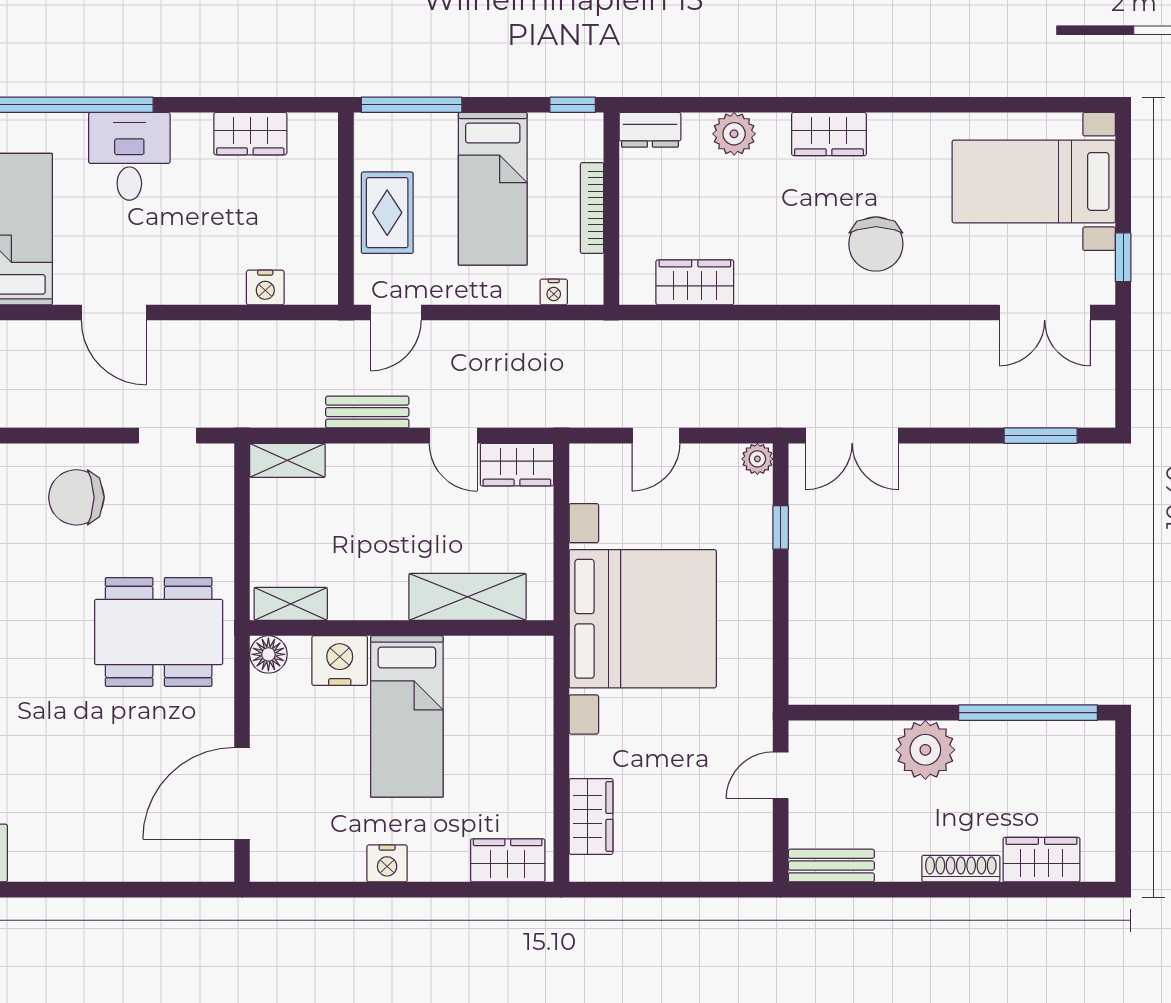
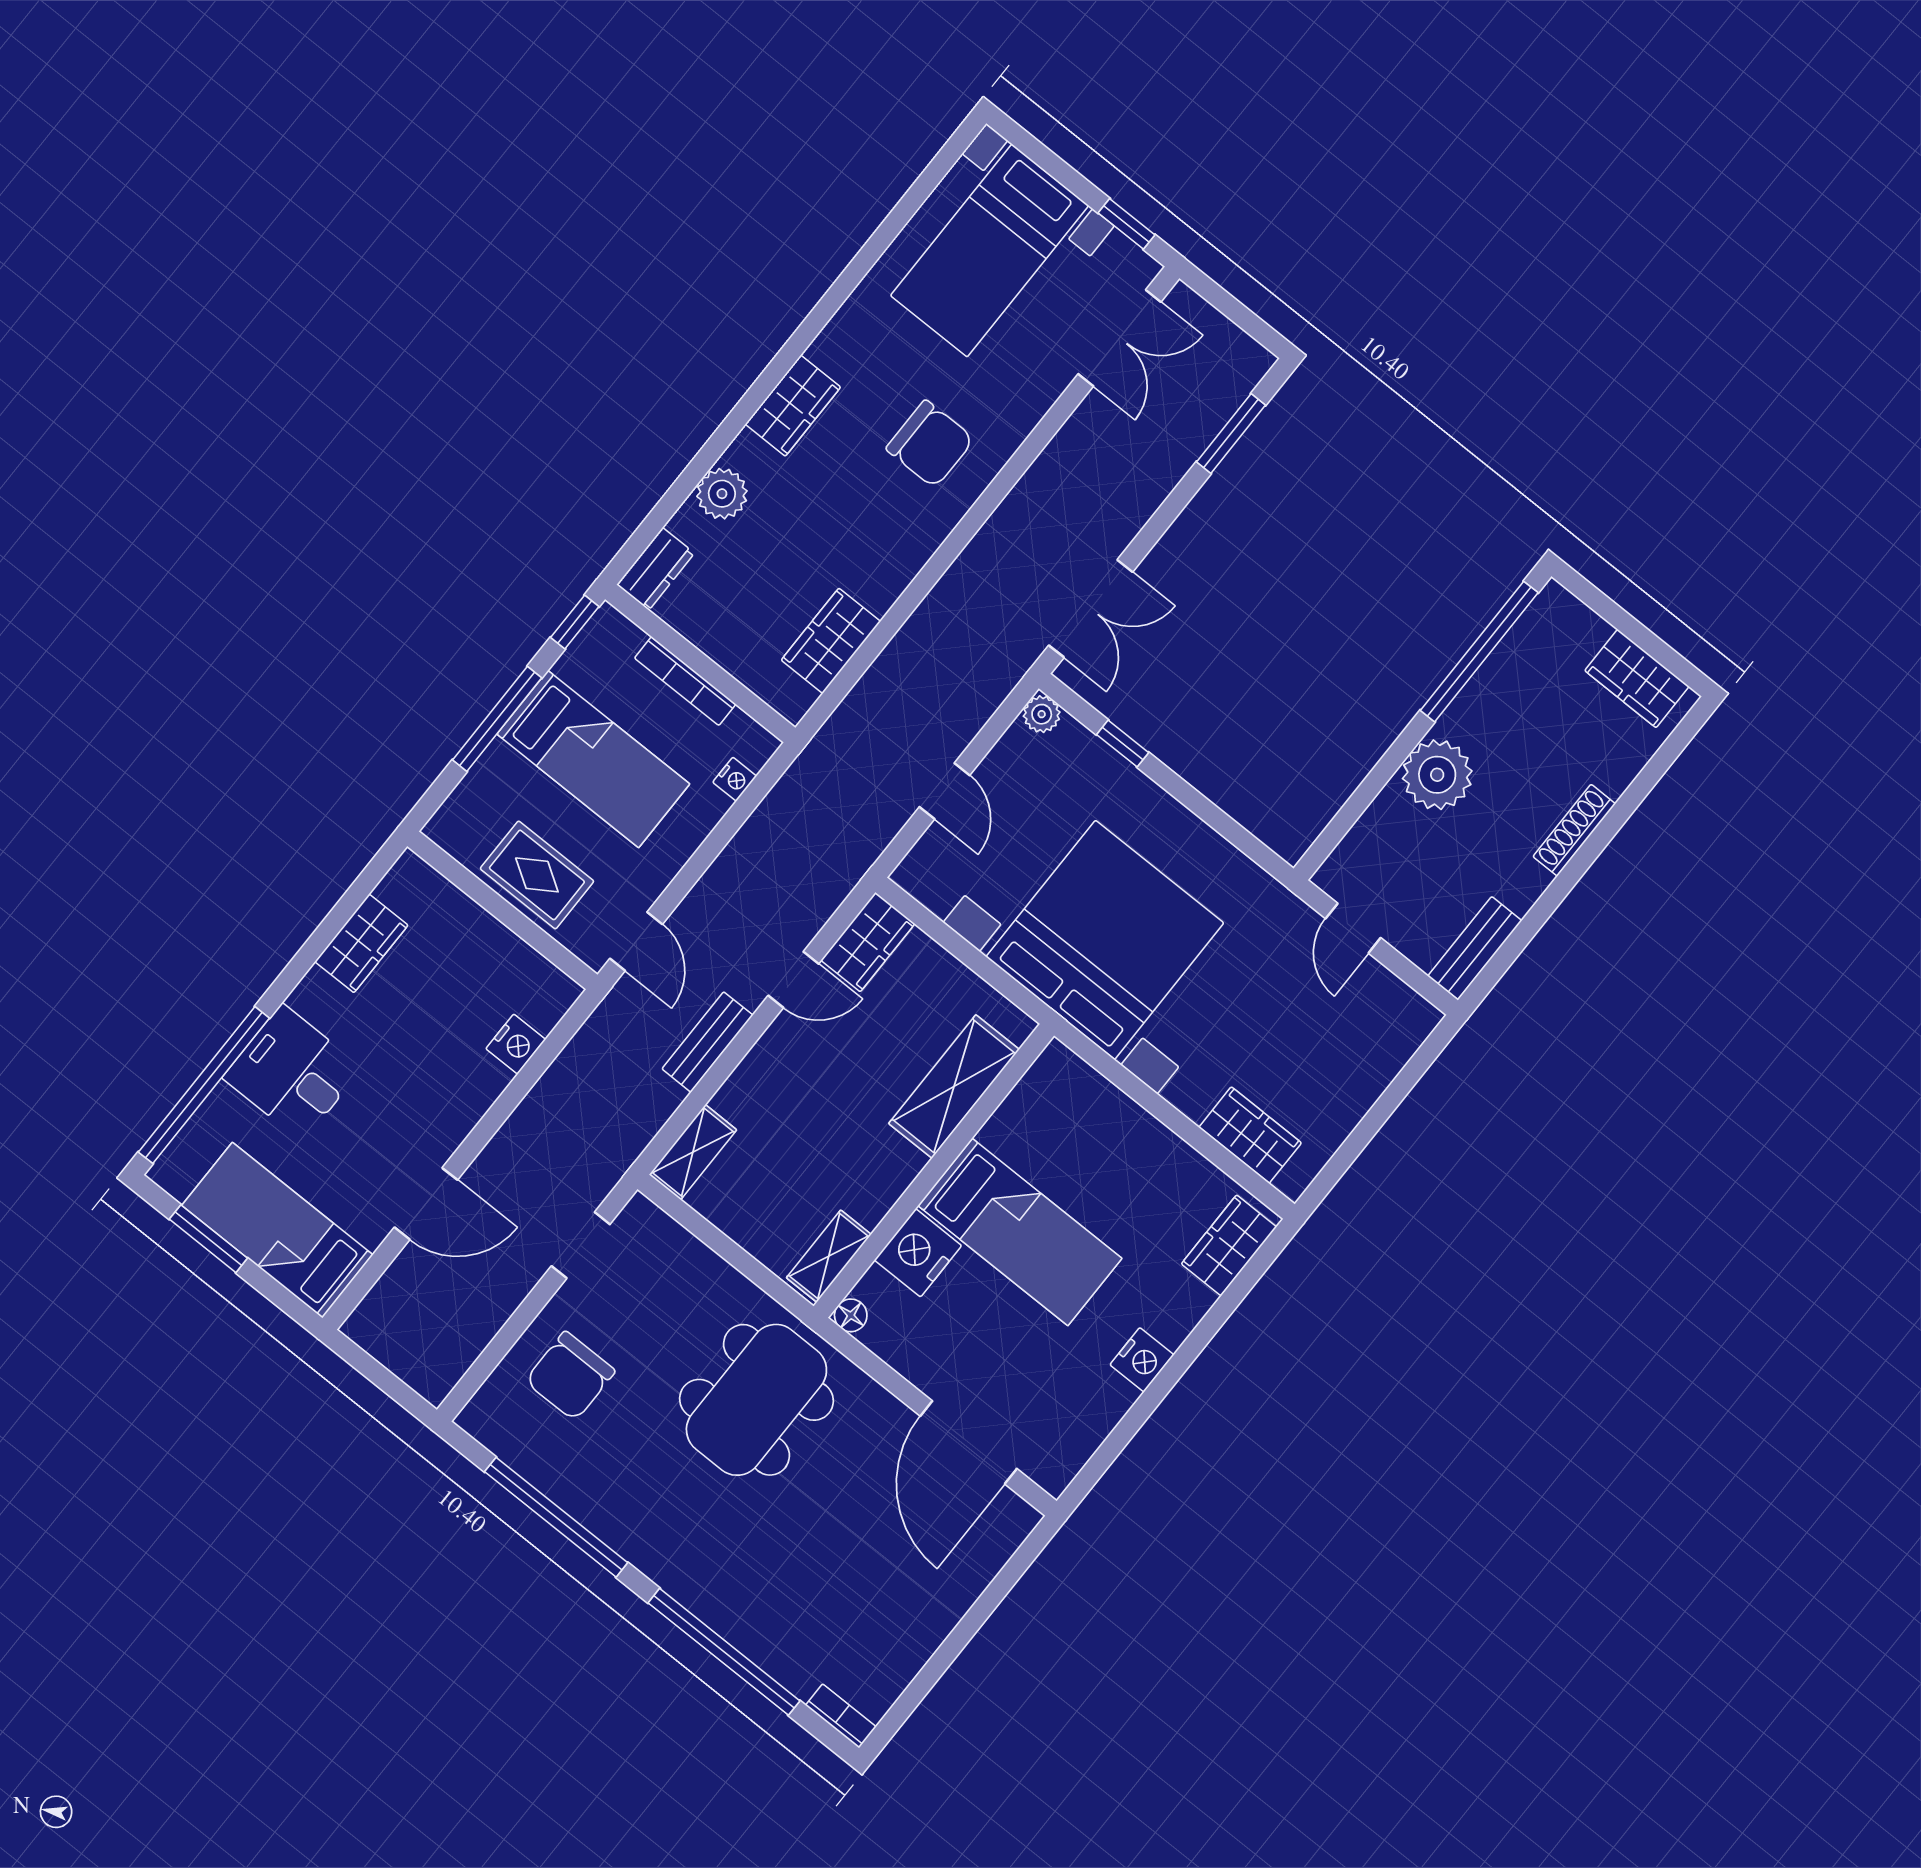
window: (412, 105) -> (497, 719), moved
floor lamp: (268, 654) -> (851, 1315), width x0.73, depth x0.73
wardrobe: (1041, 860) -> (1637, 679), moved, turned -90

